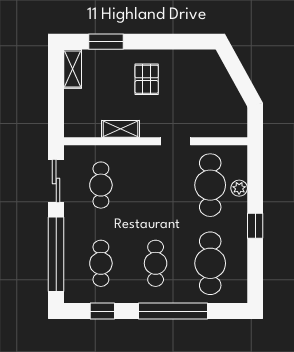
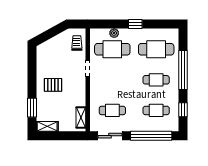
trolley: (221, 122) -> (77, 43), added
shelving: (121, 129) -> (81, 117), moved

